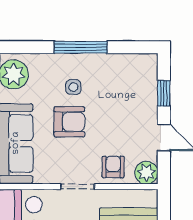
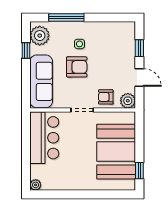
window: (81, 47) -> (66, 17), moved
armchair: (113, 167) -> (106, 97), turned -90

